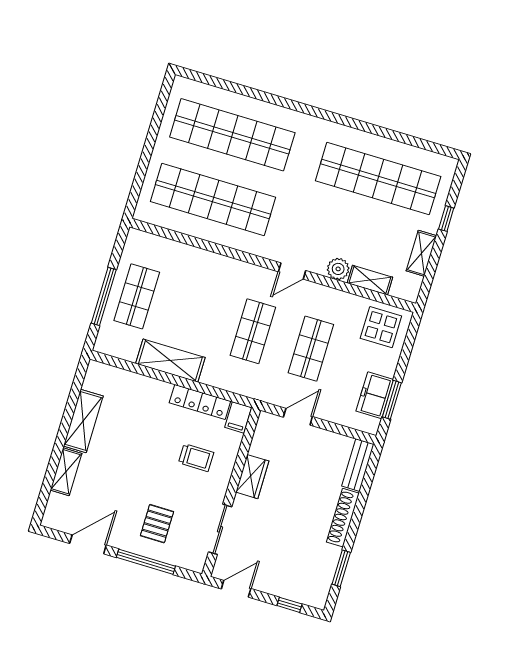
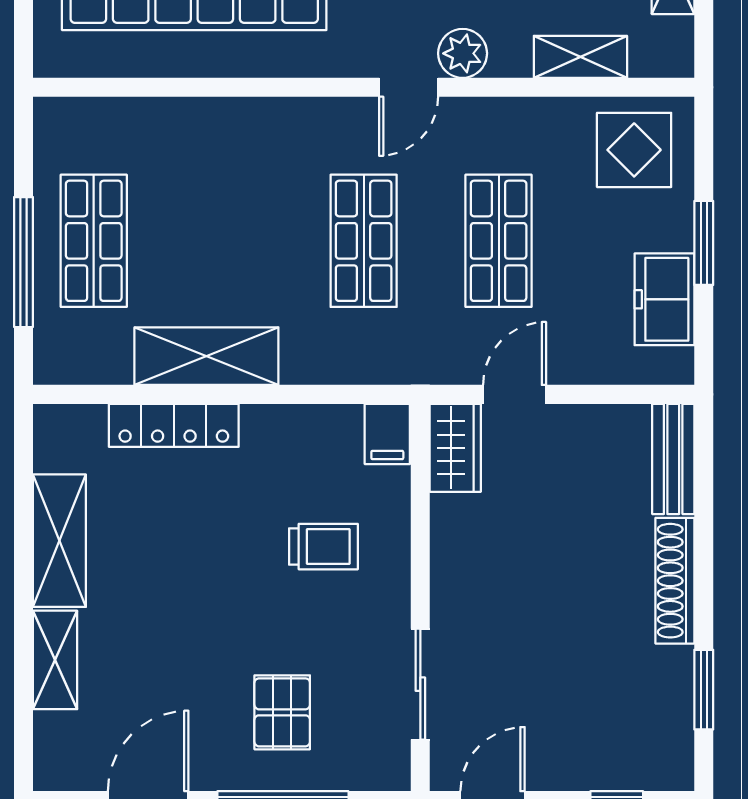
plant: (338, 269) -> (463, 53), moved
window: (392, 400) -> (704, 243), moved
locker: (200, 402) -> (174, 425), moved
wardrobe: (252, 477) -> (455, 448), moved

